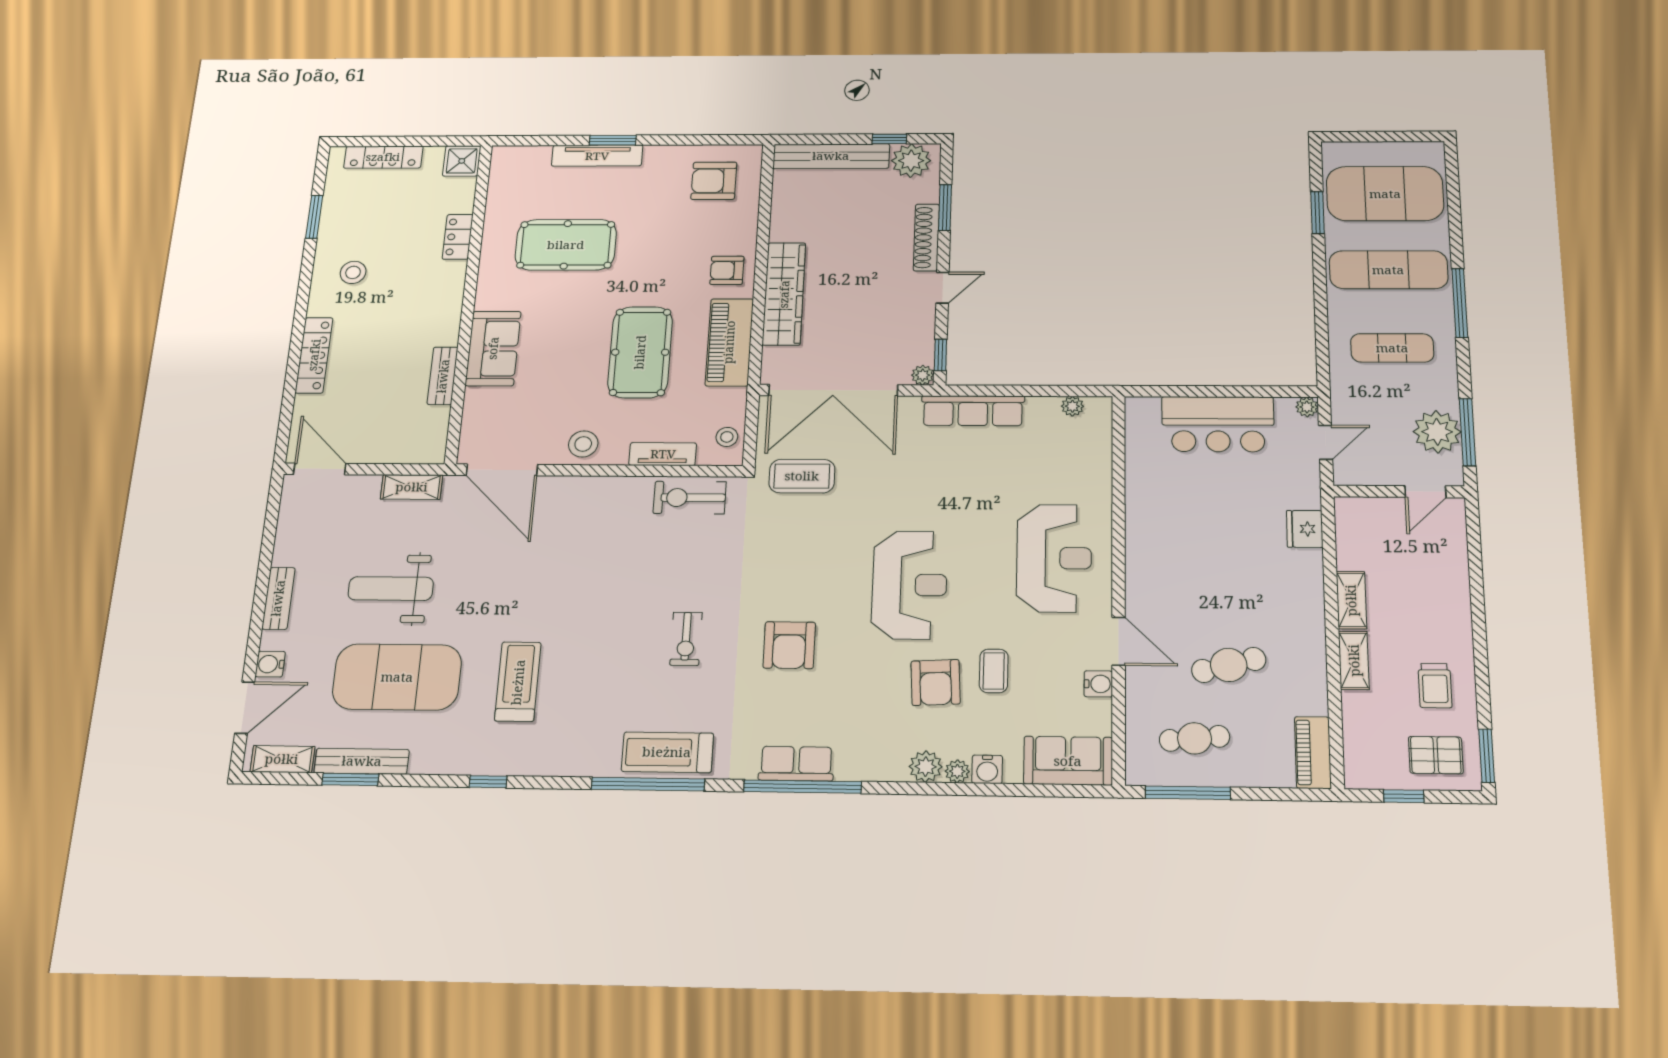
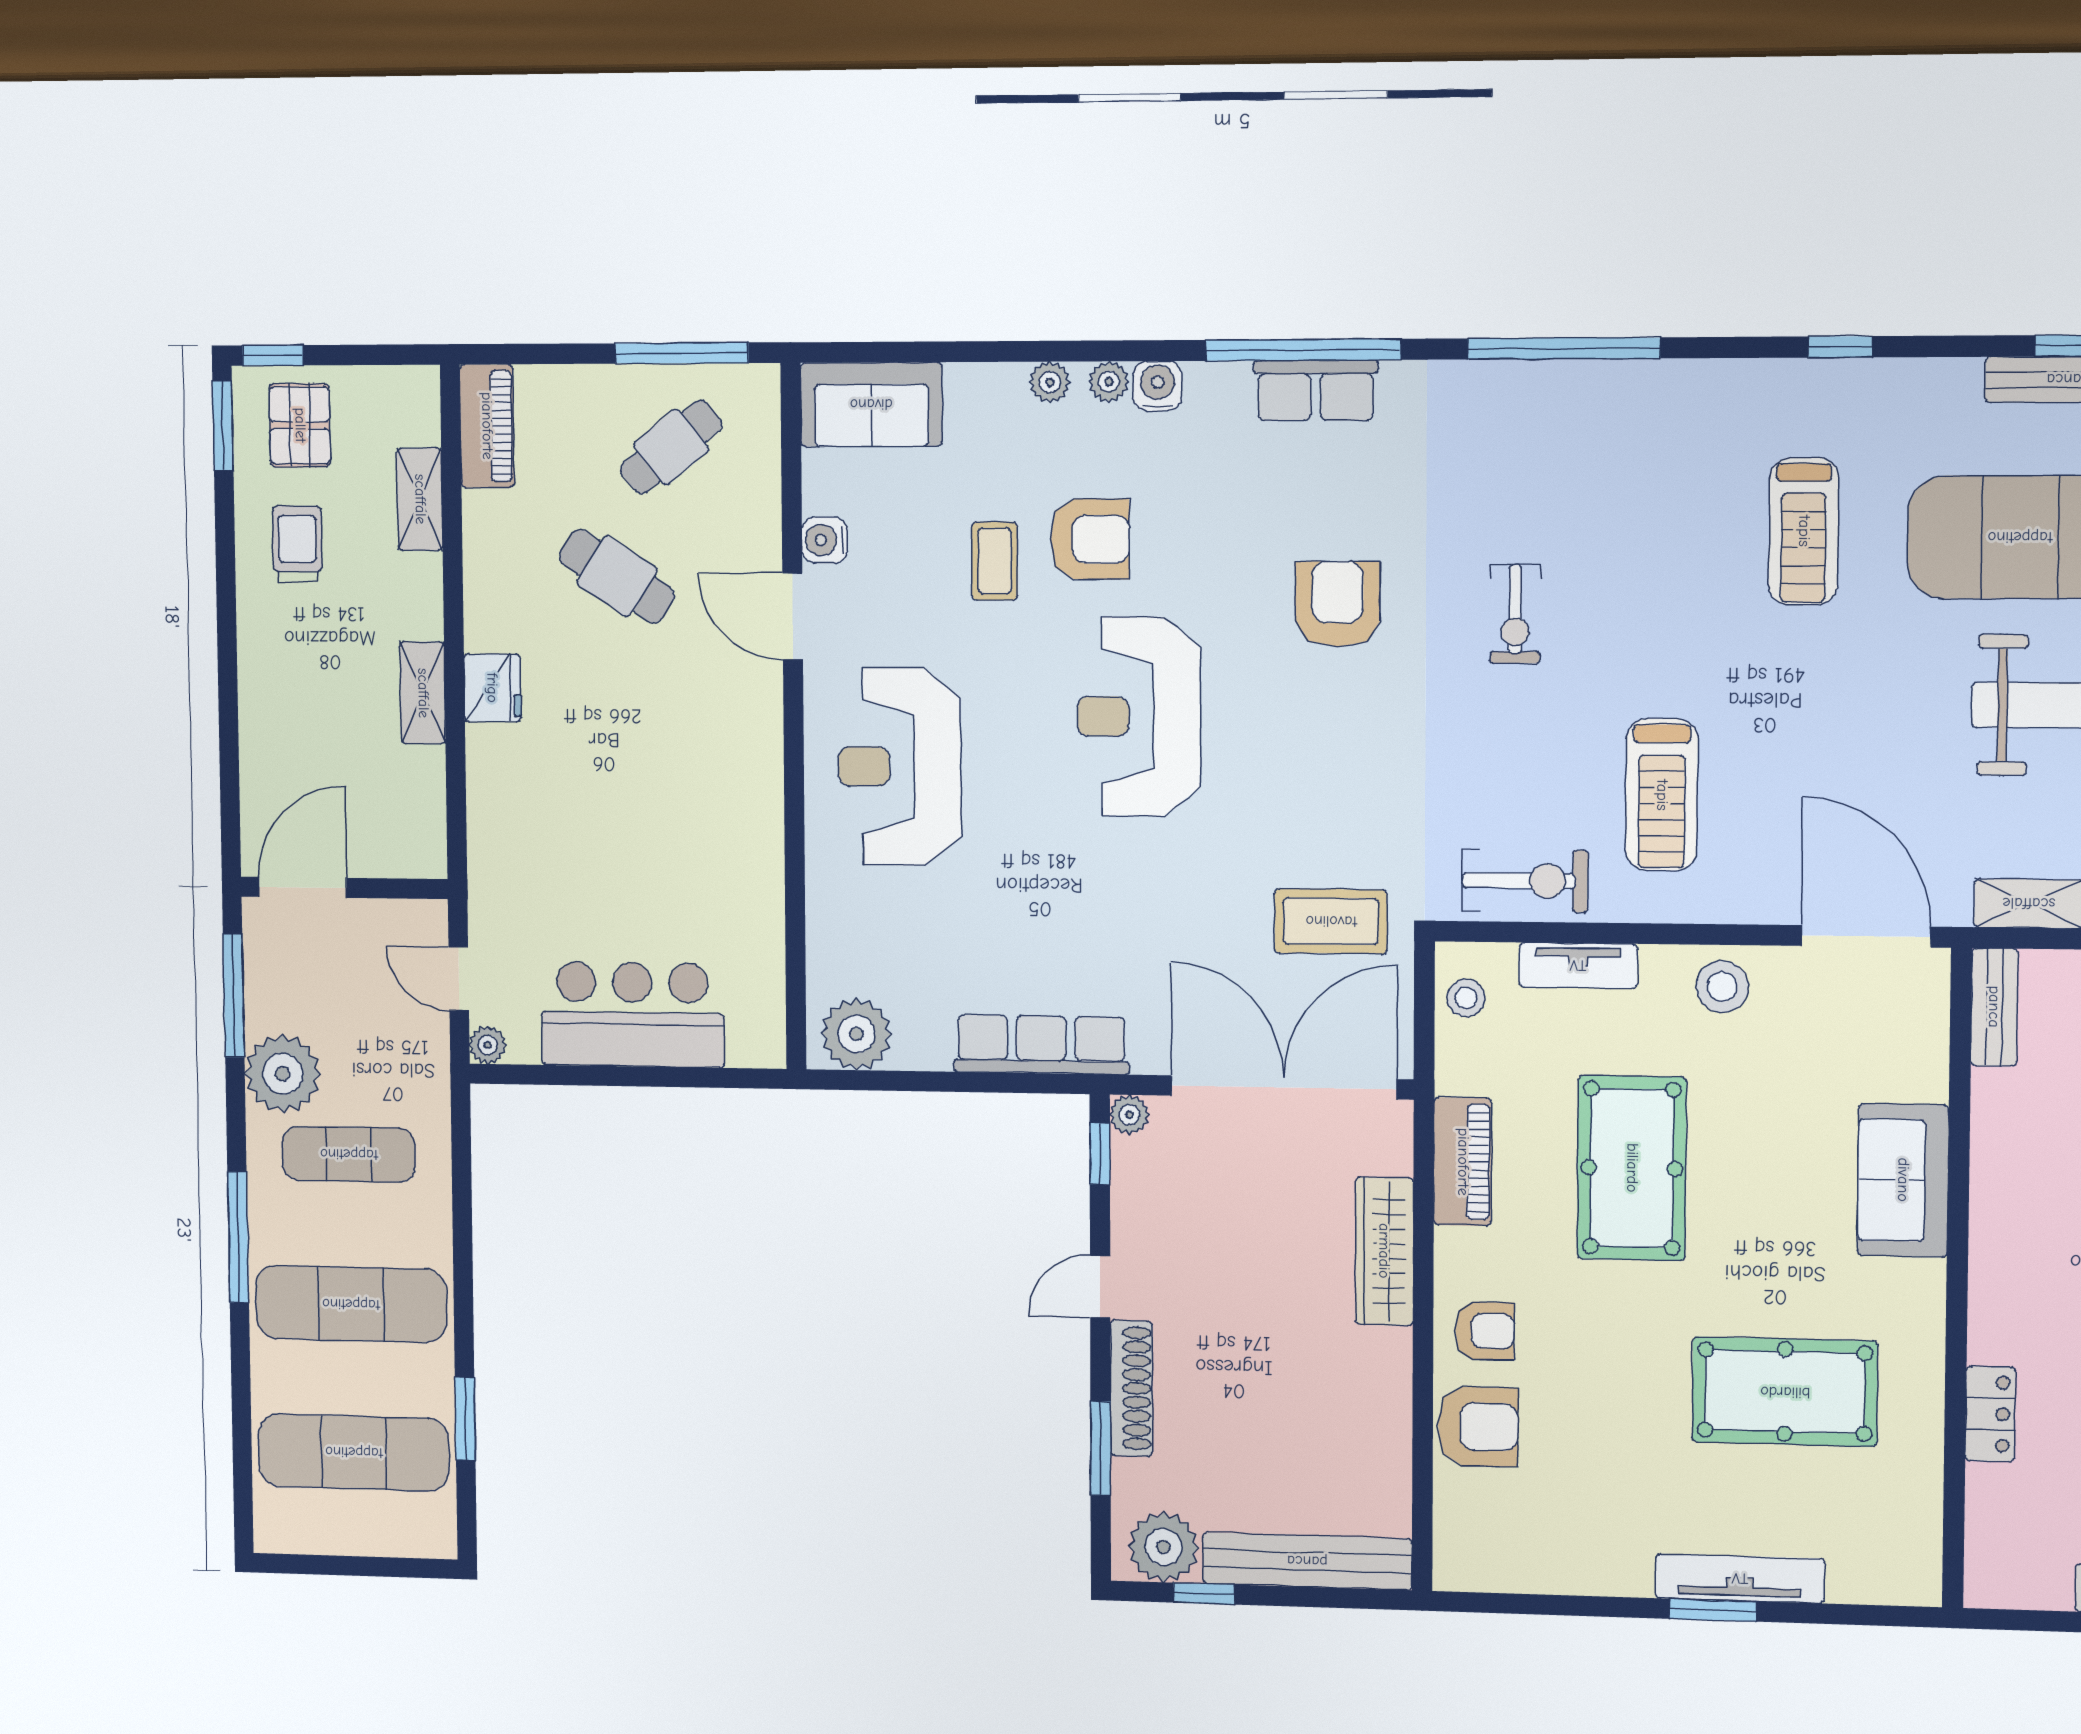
shower: (462, 161) -> (1997, 1576), removed
armchair: (714, 181) -> (1478, 1426), moved
exercise mat: (1385, 194) -> (354, 1452), width x0.68
wardrobe: (784, 294) -> (1384, 1251), width x0.71, depth x0.85
piano: (729, 342) -> (1463, 1162), width x0.73, depth x0.75
bench: (443, 376) -> (1994, 1007), moved
plant: (1072, 406) -> (856, 1034), width x1.87, depth x1.87
plant: (1437, 432) -> (283, 1074), moved
door: (1326, 442) -> (459, 979), hinge flipped
door: (1425, 492) -> (303, 887), width x1.38
fridge: (1305, 529) -> (492, 688), moved
exercise bike: (686, 639) -> (1515, 614), turned 180
shelving: (1354, 660) -> (420, 499), moved
cafe table: (1229, 665) -> (617, 576), turned 48
armchair: (936, 682) -> (1090, 539), turned 93
cafe table: (1195, 738) -> (671, 447), turned -33
treadmill: (667, 752) -> (1662, 795), moved, turned 90
pallet: (1436, 755) -> (300, 425), turned 90
plant: (926, 767) -> (1109, 382), width x0.73, depth x0.73
water cooler: (987, 769) -> (1158, 386), moved
window: (1404, 796) -> (273, 355), moved

